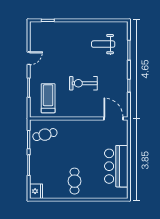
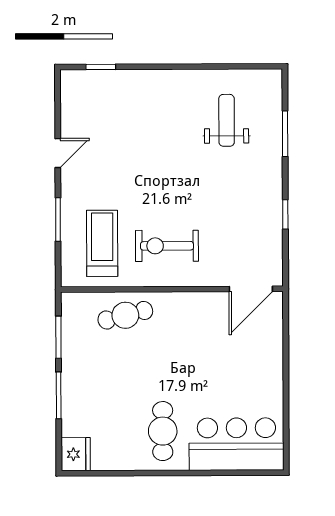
weight bench: (103, 44) -> (227, 120), turned 90
exercise bike: (83, 83) -> (167, 246), moved
door: (114, 118) -> (251, 289), swing flipped
cafe table: (45, 135) -> (125, 315), moved
bar counter: (116, 166) -> (236, 444), moved, turned 90

